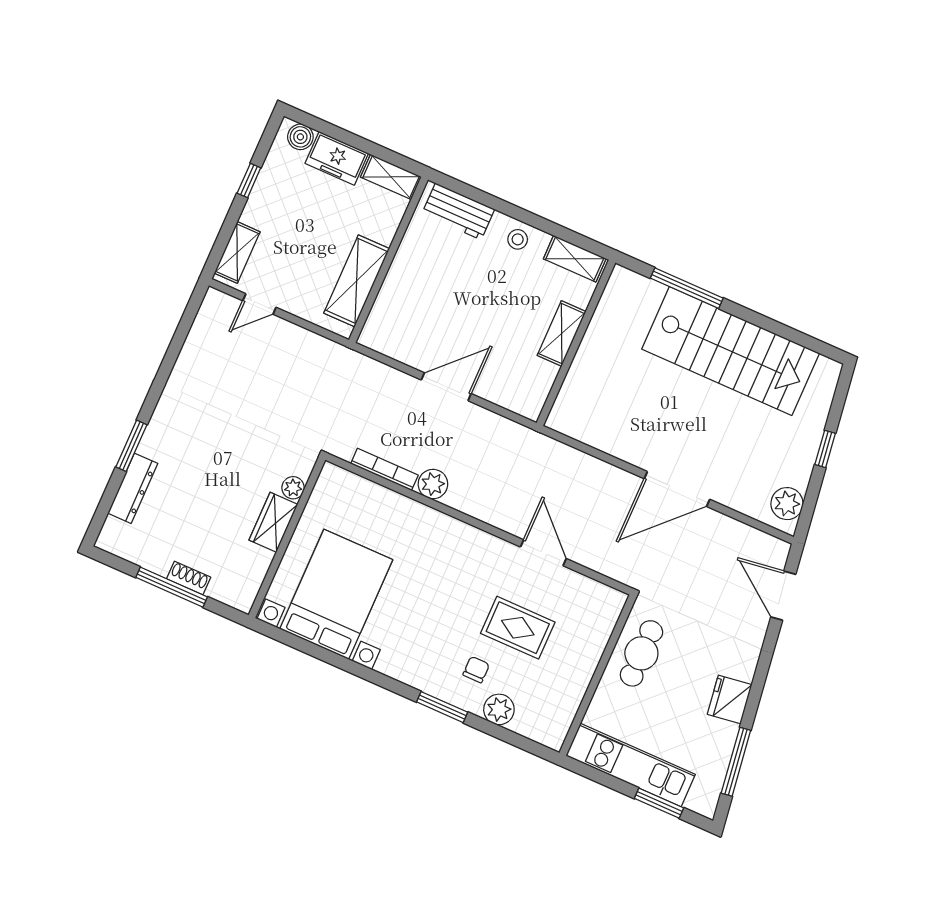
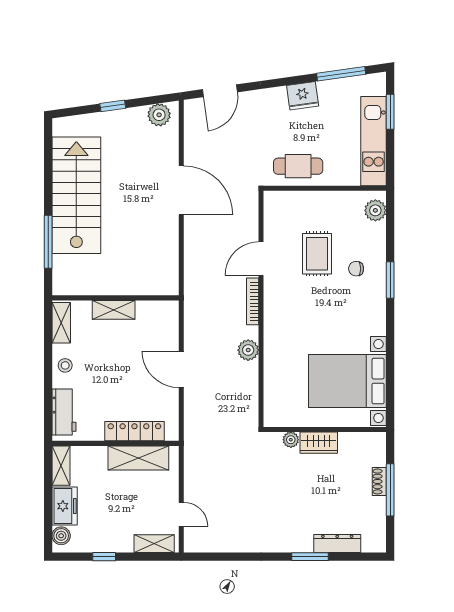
locker: (393, 291) -> (134, 431), added
bookcase: (384, 469) -> (253, 301), moved
plant: (499, 709) -> (375, 210), moved

